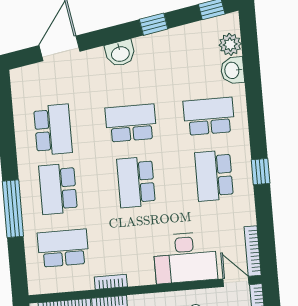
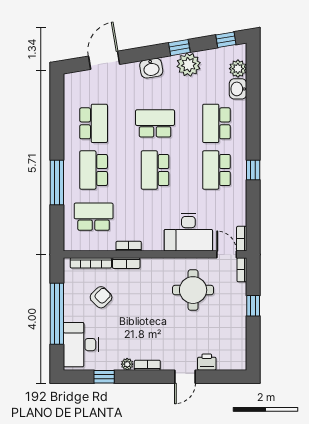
plant: (167, 45) -> (189, 65), added
school desk: (209, 116) -> (216, 123), turned -90
bookcase: (253, 251) -> (242, 239), width x0.64

